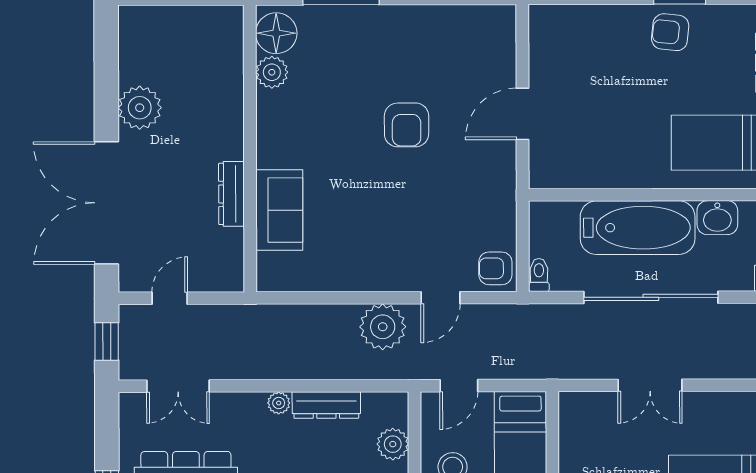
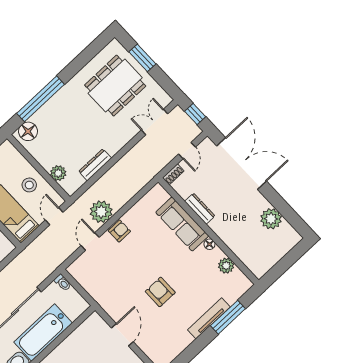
tv unit: (371, 18) -> (209, 318), added
floor lamp: (276, 33) -> (209, 244), moved, width x0.53, depth x0.53
plant: (140, 108) -> (271, 219), moved
sofa: (279, 210) -> (182, 224), width x1.36
armchair: (495, 268) -> (119, 231), moved
shoe rack: (223, 282) -> (173, 174), added
plant: (279, 403) -> (113, 150), removed

